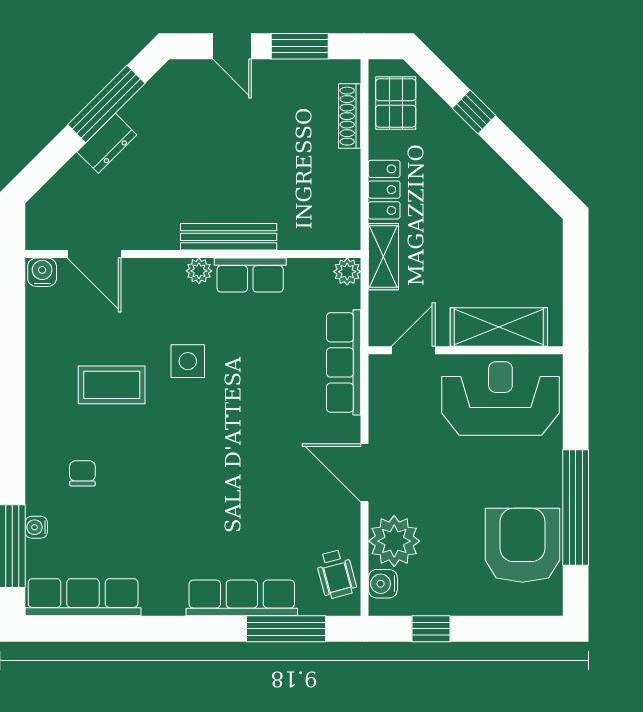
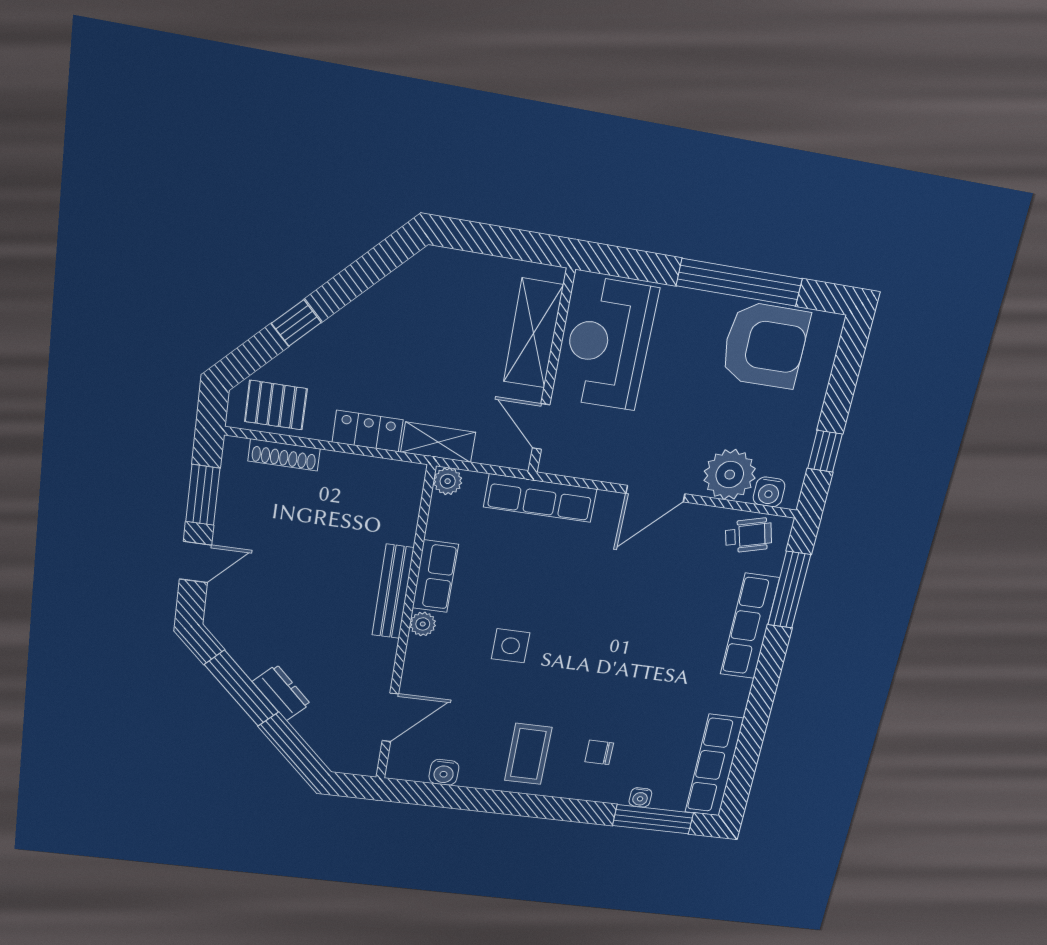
water cooler: (42, 272) -> (444, 772), moved, turned -90
coffee table: (112, 385) -> (528, 754), moved
armchair: (522, 545) -> (765, 345), turned 180

